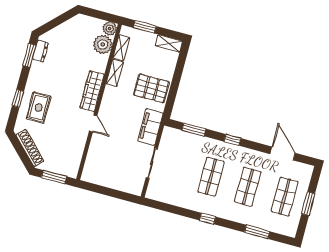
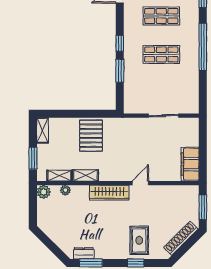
plant: (103, 44) -> (65, 190), width x0.53, depth x0.53
rug: (39, 108) -> (139, 240), turned 90
filing cabinet: (150, 127) -> (190, 164), moved, turned 90
window: (194, 129) -> (120, 71), moved
window: (208, 219) -> (203, 47), width x3.17

